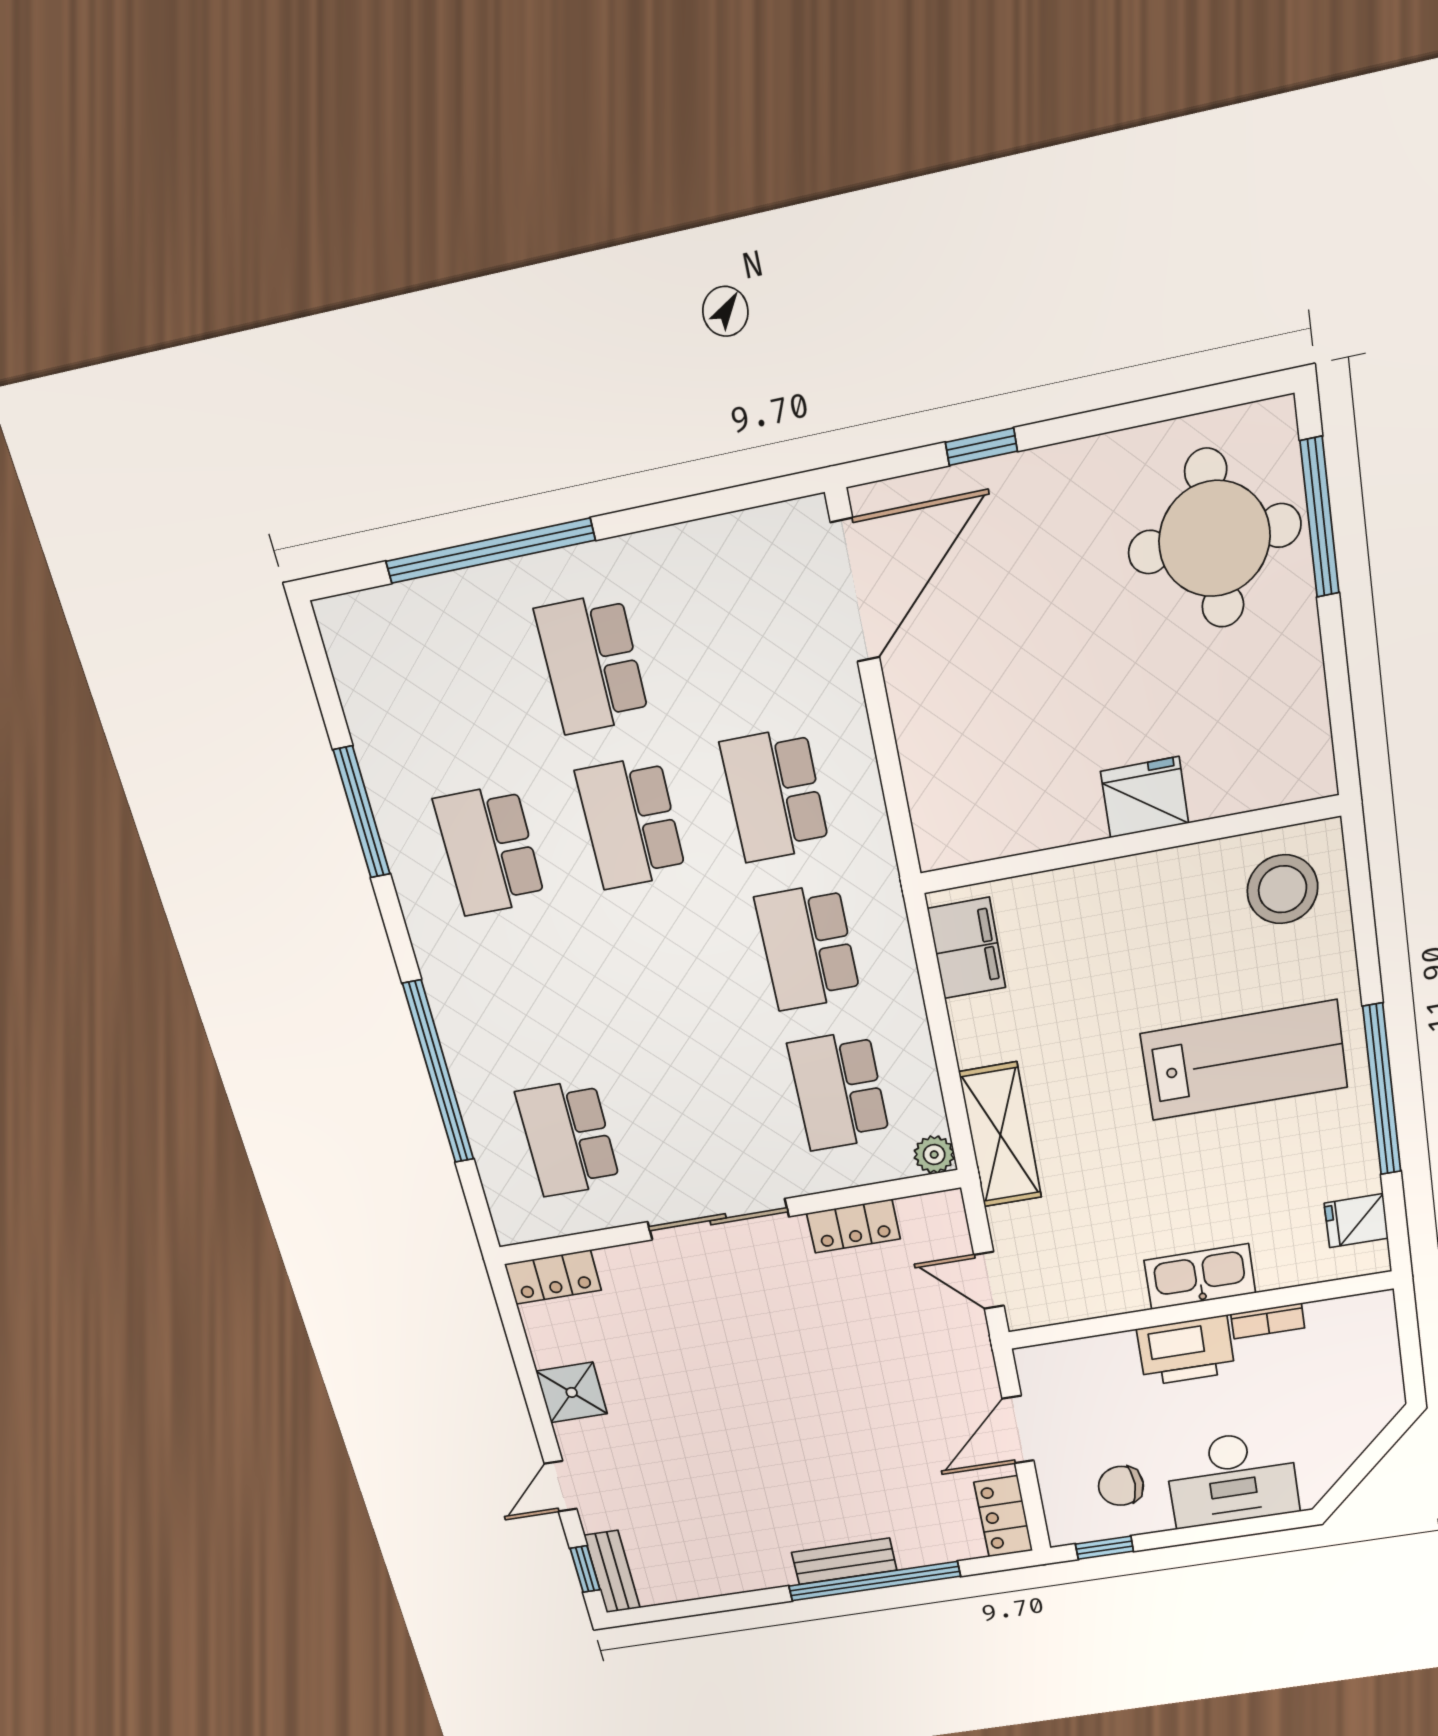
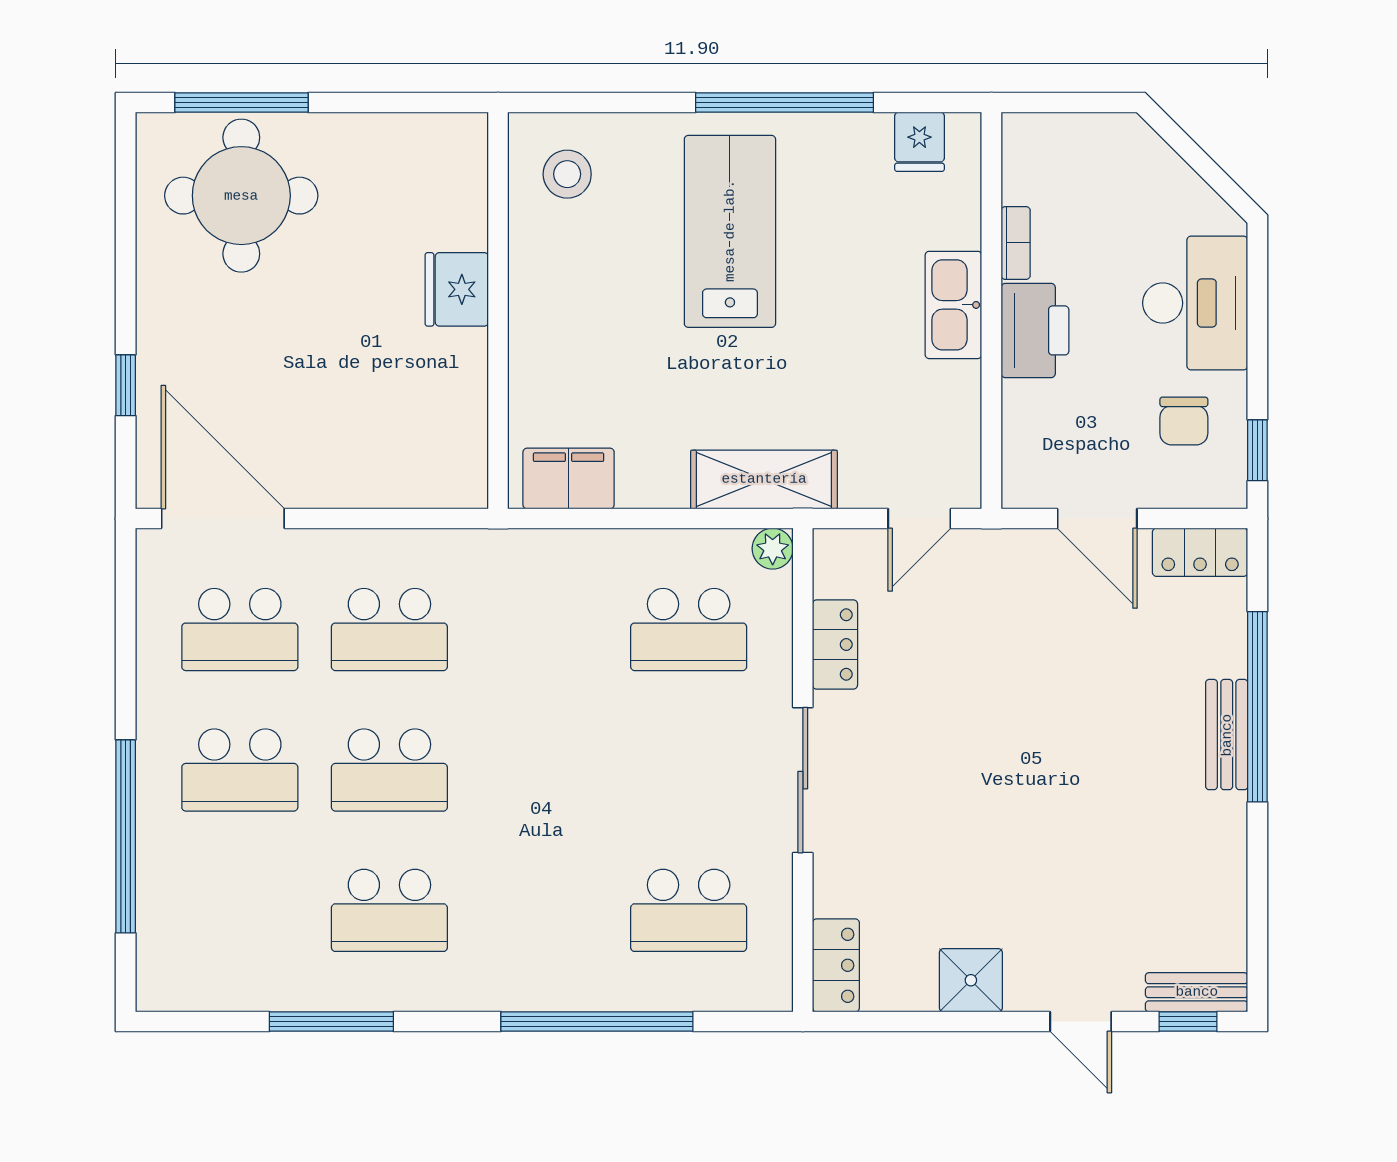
stool: (1283, 889) -> (567, 174), width x0.73, depth x0.73
school desk: (808, 947) -> (240, 630), moved

